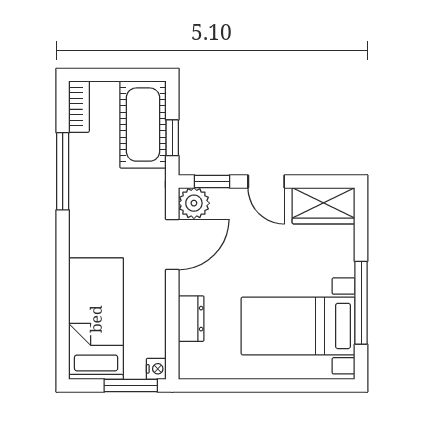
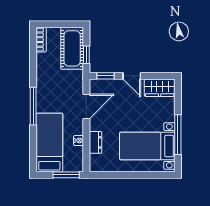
window: (63, 171) -> (33, 106), moved
plant: (194, 203) -> (97, 86), removed
nightstand: (156, 369) -> (79, 140), moved

